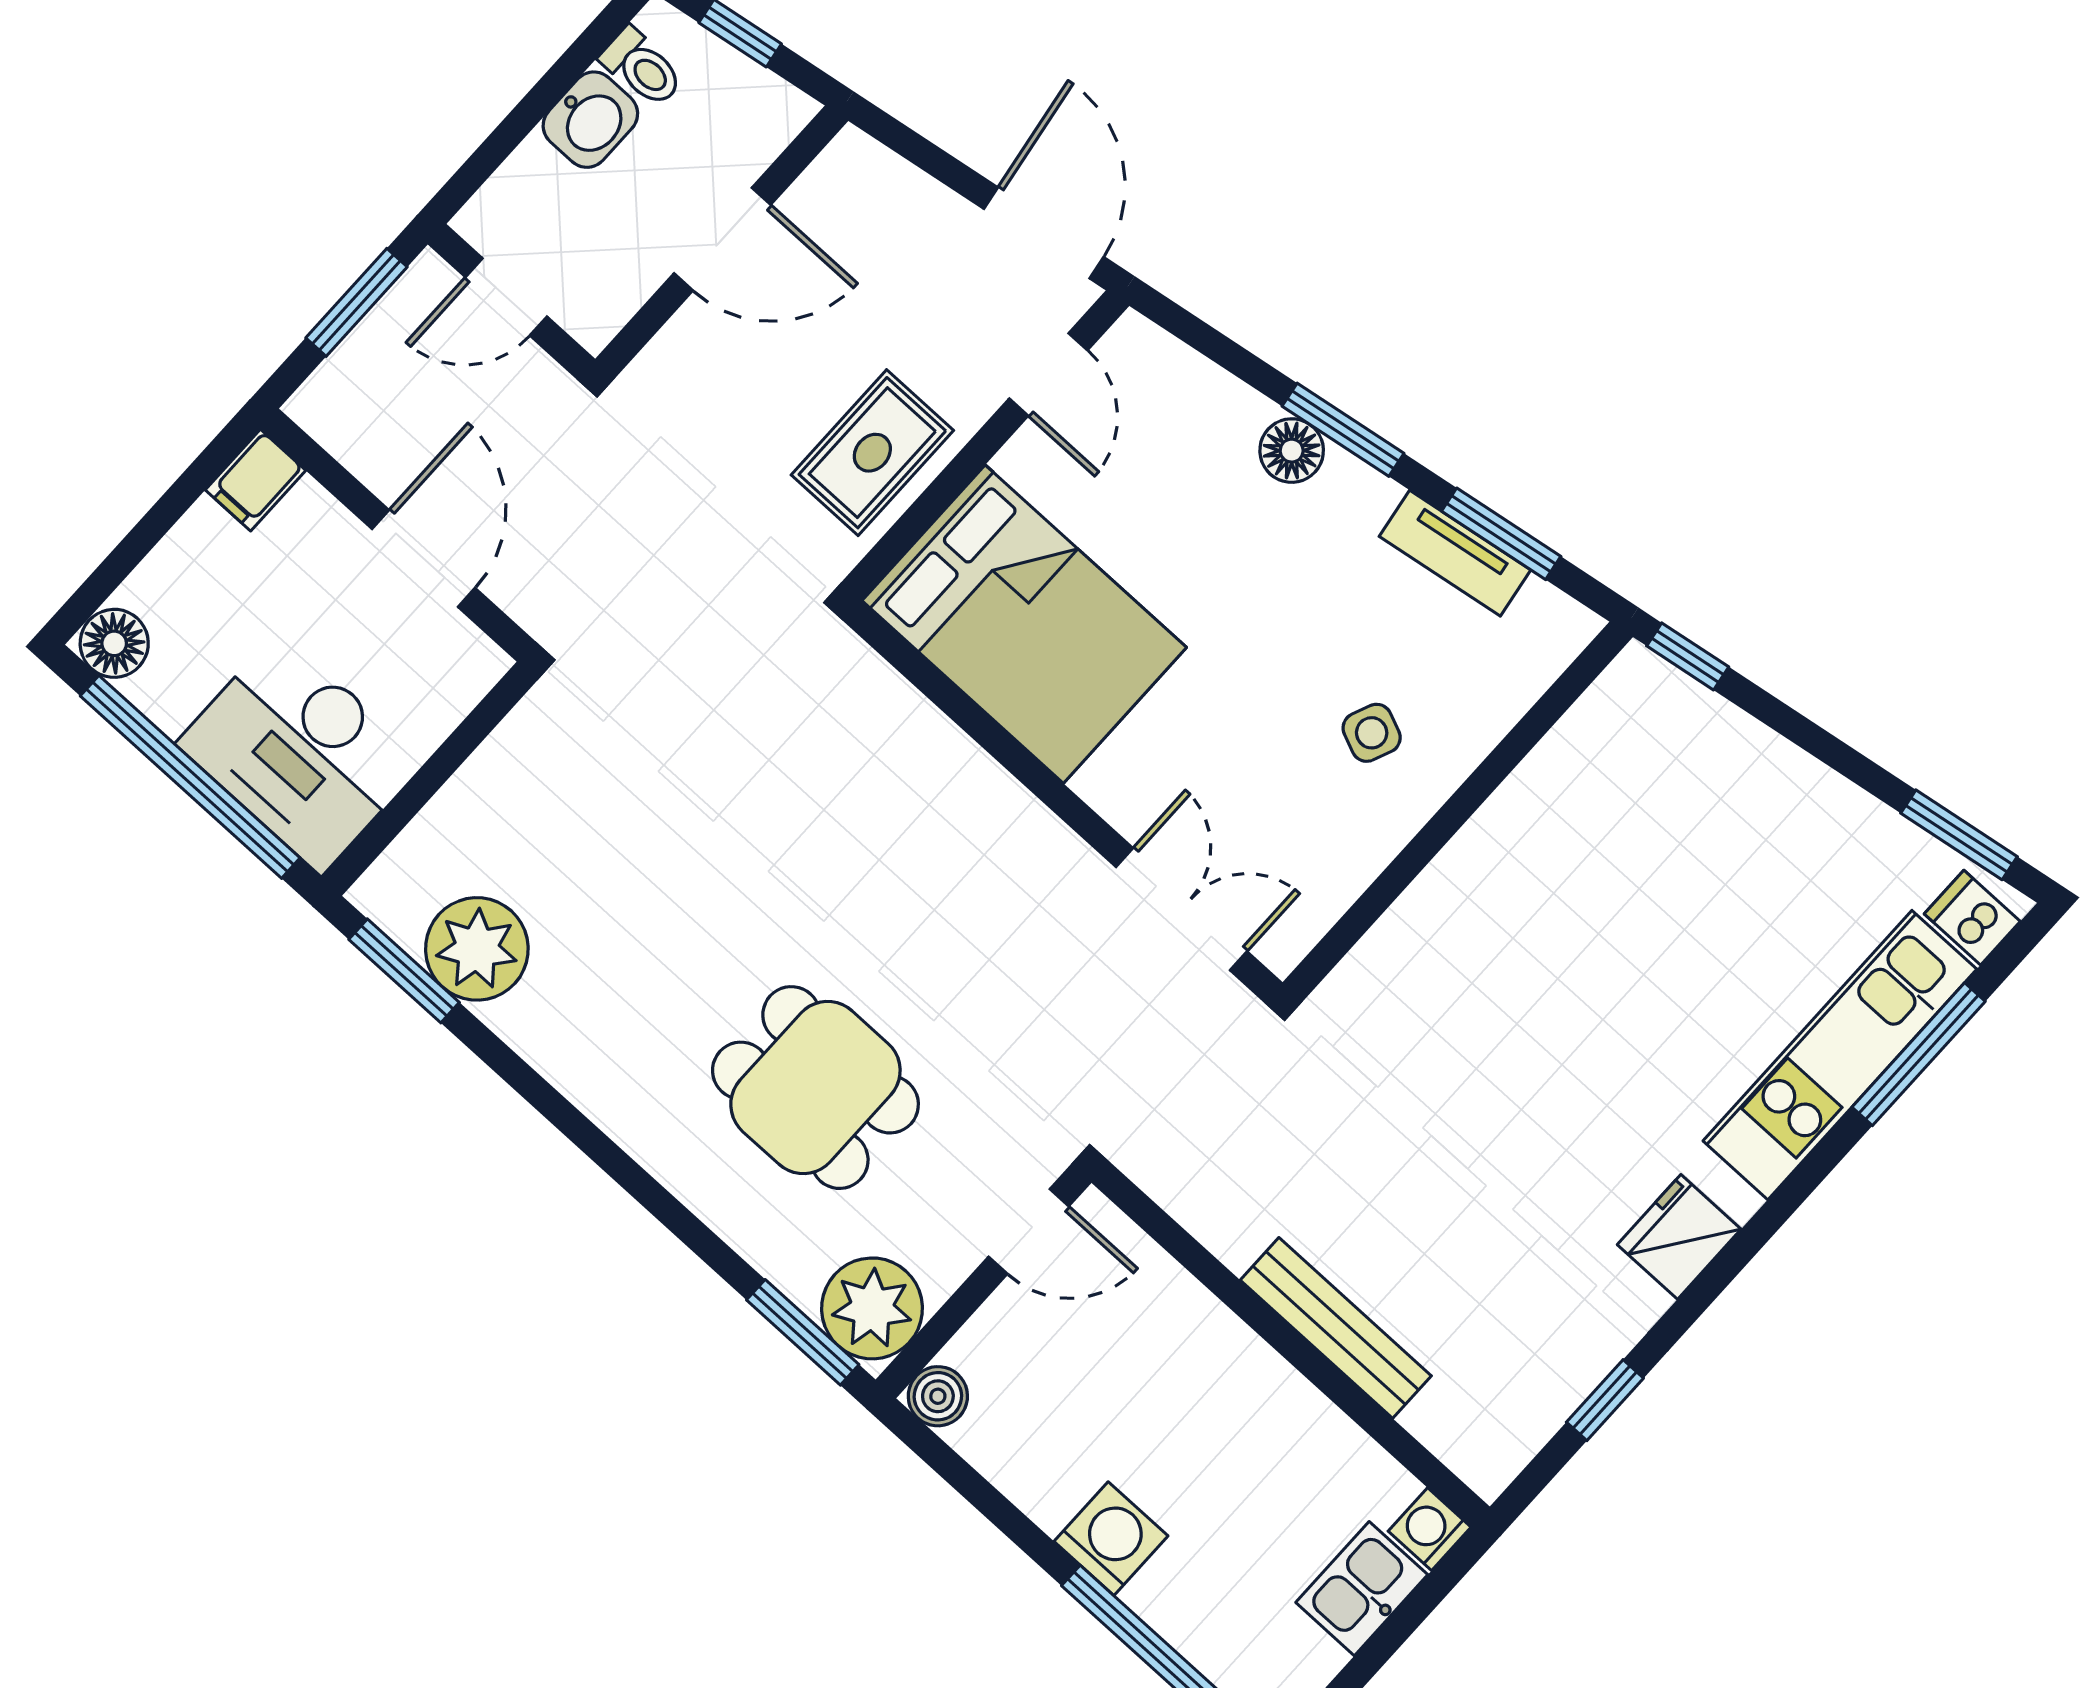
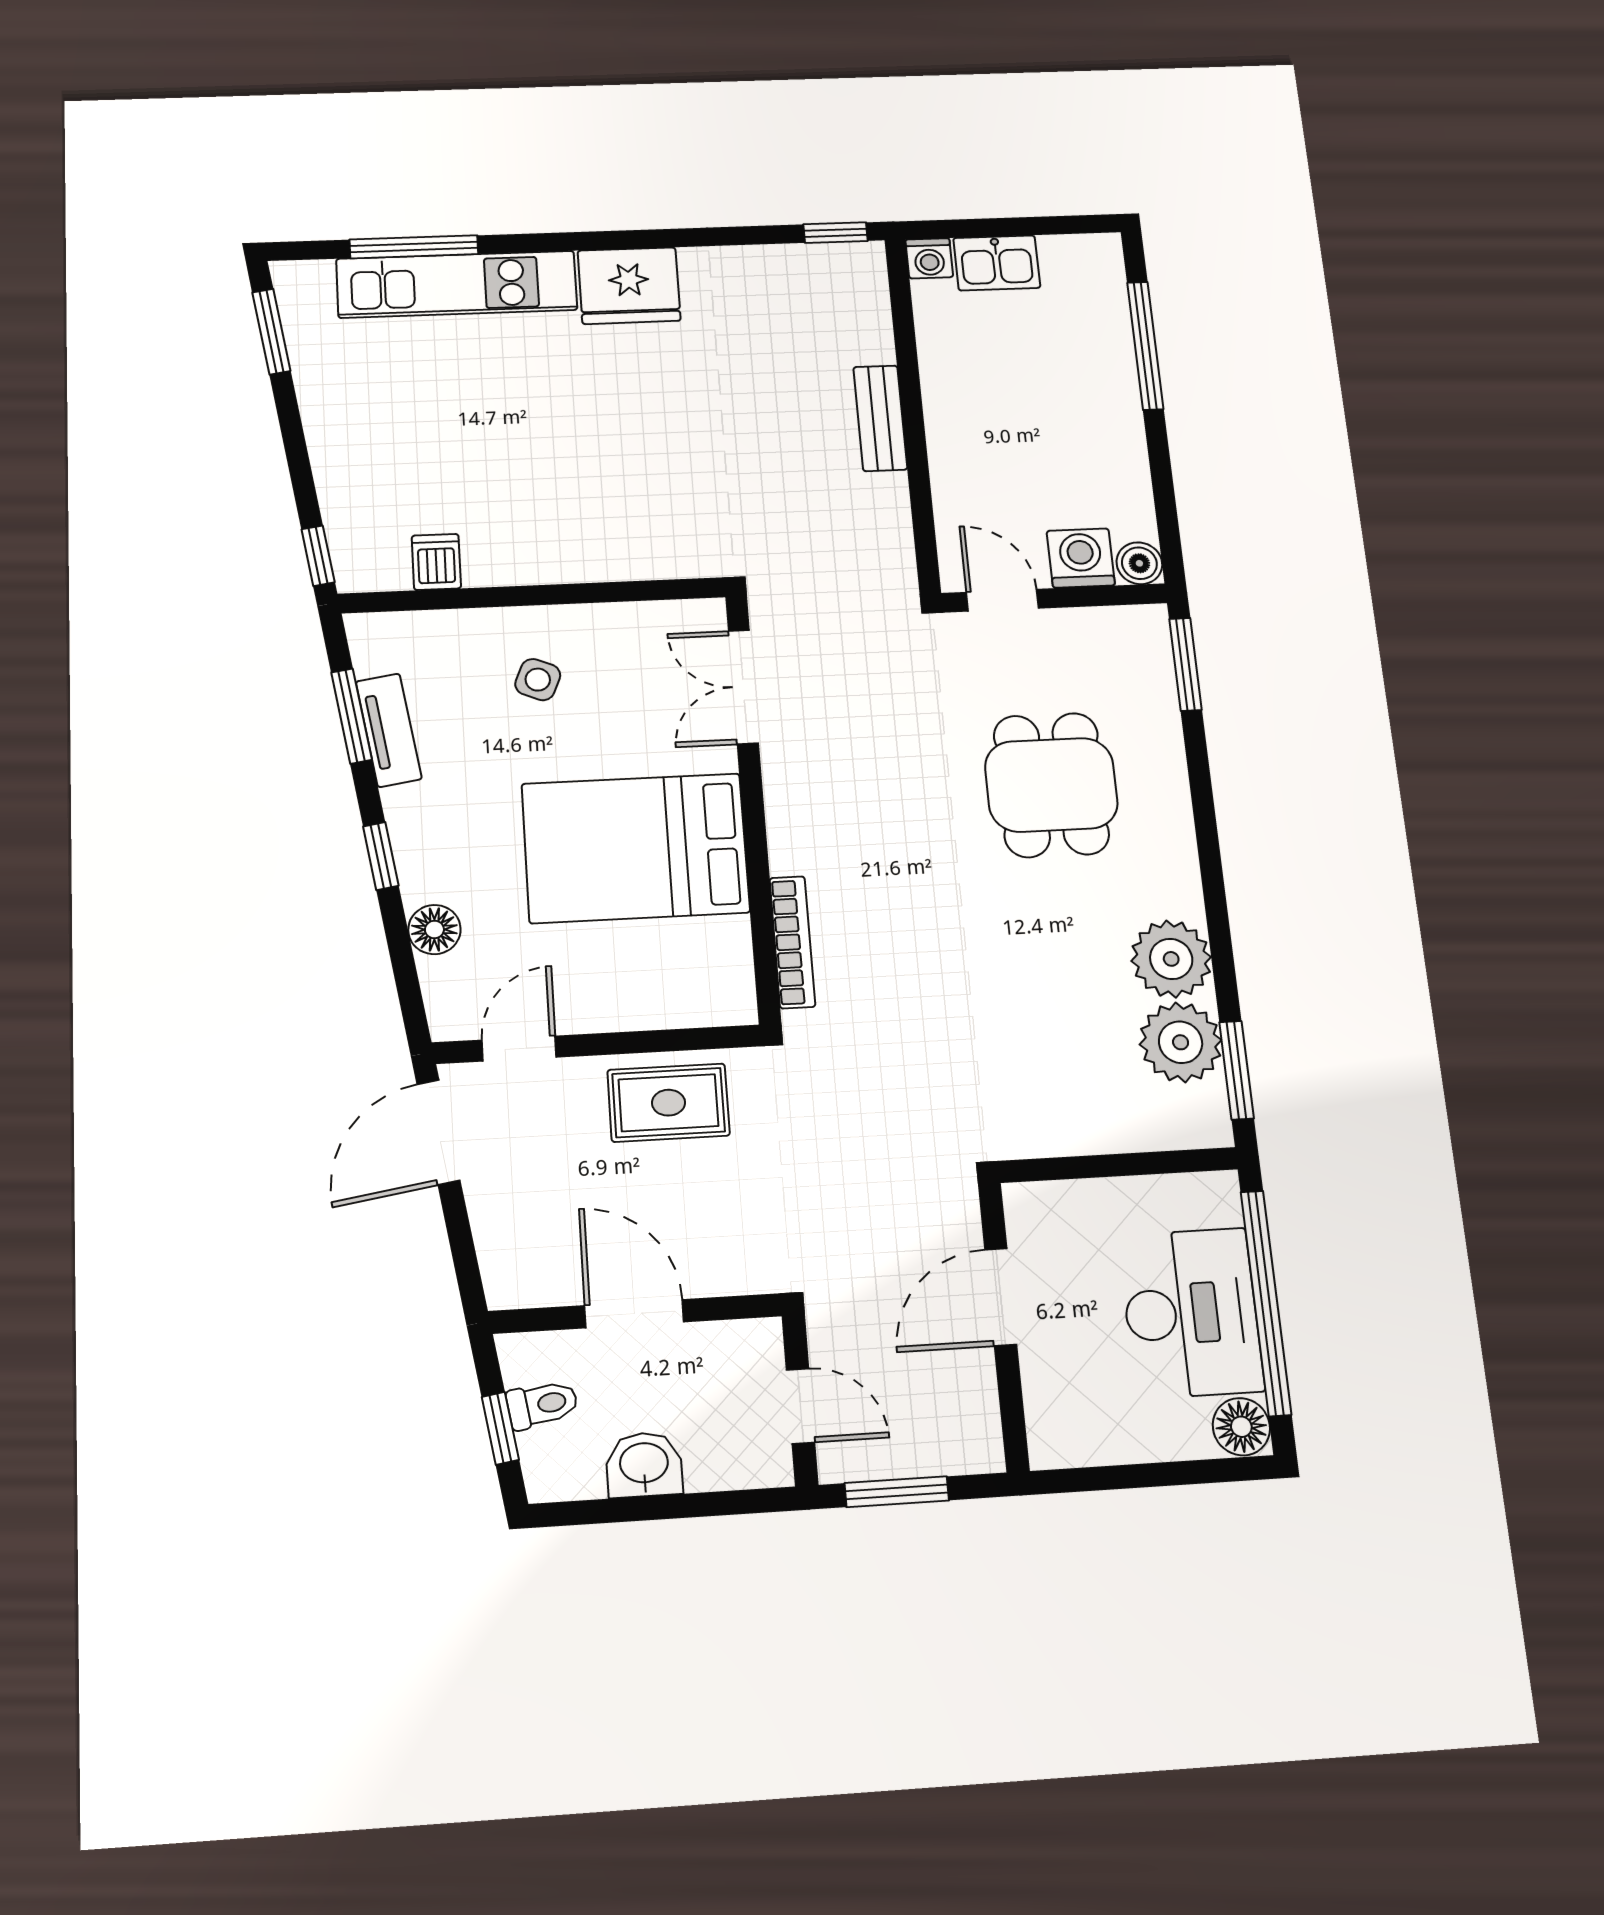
toilet: (642, 67) -> (542, 1404), moved, turned 81
window: (1343, 430) -> (381, 856), width x0.67
floor lamp: (1292, 451) -> (434, 930), moved
filing cabinet: (256, 480) -> (1062, 1443), removed
bed: (1024, 624) -> (635, 848), moved, turned -90
bookcase: (905, 707) -> (792, 942), added
desk: (300, 753) -> (1191, 1313), moved
dishwasher: (1972, 918) -> (436, 562), moved, turned 180
fridge: (1679, 1237) -> (629, 286), width x1.36, depth x1.34
plant: (872, 1308) -> (1171, 959), moved
bench: (1336, 1328) -> (880, 418), width x0.73
window: (1605, 1400) -> (835, 233), moved
washing machine: (1111, 1539) -> (1081, 558), moved, turned 90

